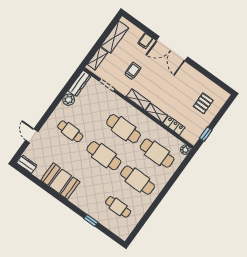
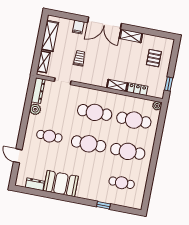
shelving: (138, 99) -> (131, 36), moved
dresser: (27, 164) -> (35, 184), moved

